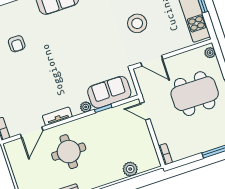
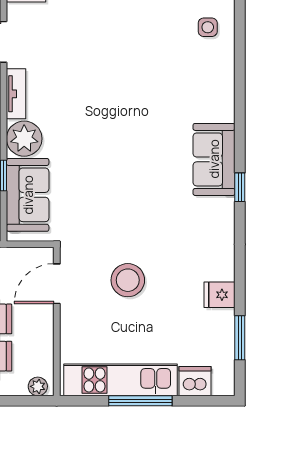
armchair: (17, 44) -> (161, 66), removed
plant: (86, 107) -> (24, 139), width x1.88, depth x1.88

